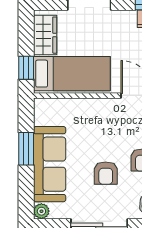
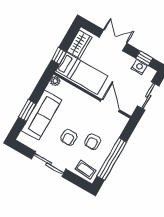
window: (26, 149) -> (27, 110), moved
plant: (41, 211) -> (55, 81), moved

